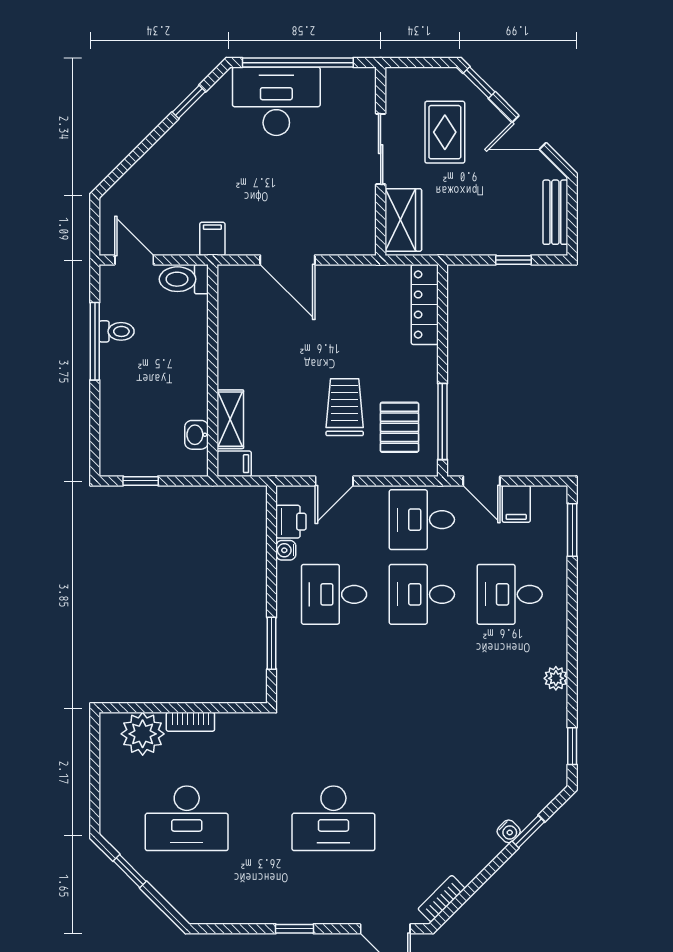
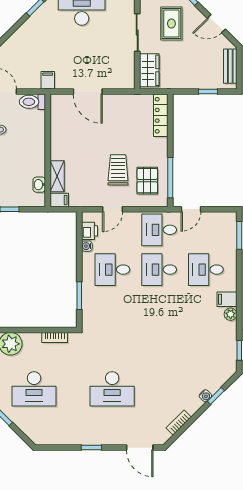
door: (482, 481) -> (191, 209), hinge flipped
filing cabinet: (516, 504) -> (227, 299), moved, turned 90
bookcase: (190, 722) -> (55, 337), moved
bookcase: (442, 899) -> (179, 423), moved

